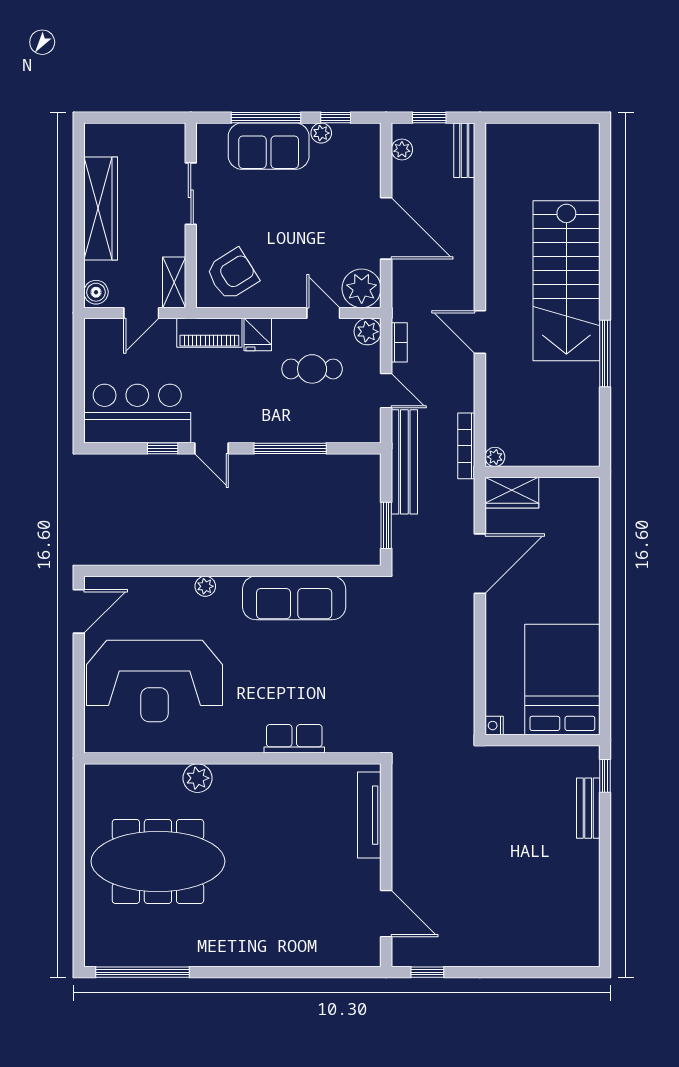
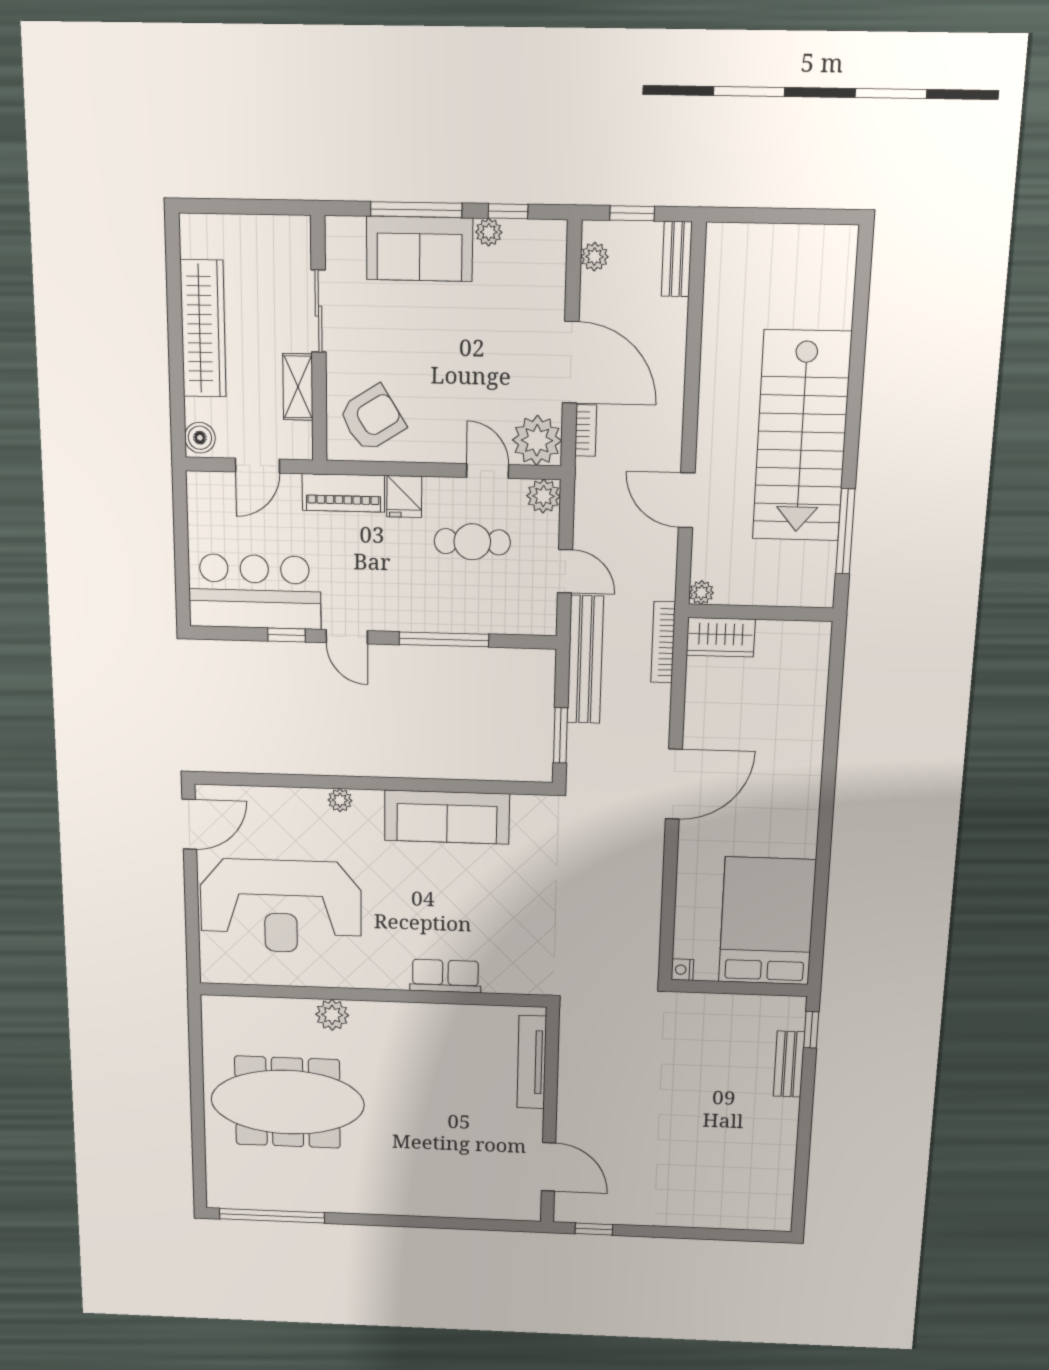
shelving: (174, 282) -> (298, 387), moved
bookcase: (399, 342) -> (586, 430), moved
plant: (495, 457) -> (701, 592), moved
wall: (542, 472) -> (760, 613), moved
wardrobe: (512, 493) -> (721, 637), moved

